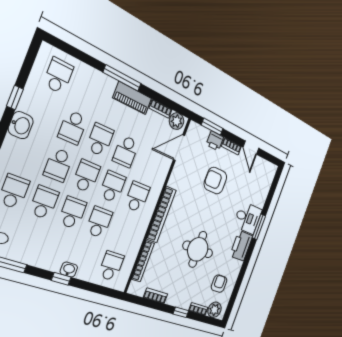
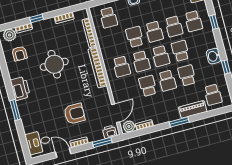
window: (122, 78) -> (179, 122), width x0.69
piano: (132, 98) -> (193, 109), moved
printer: (215, 141) -> (109, 132), moved
desk: (248, 218) -> (38, 142), moved
school desk: (99, 222) -> (135, 37), turned 180

